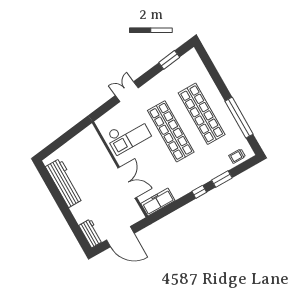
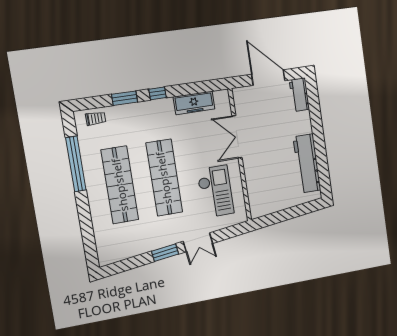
window: (169, 60) -> (165, 253), moved
checkout: (128, 135) -> (215, 191), turned 90
freezer: (158, 202) -> (194, 103), moved

